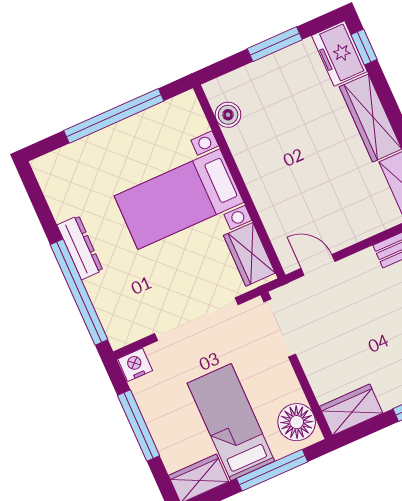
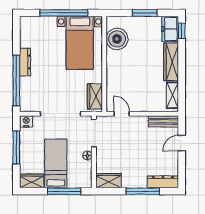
boiler: (228, 115) -> (117, 39), width x1.86, depth x1.86
bed with nightstands: (179, 199) -> (80, 43), moved, turned -90
floor lamp: (297, 422) -> (87, 155), moved, width x0.53, depth x0.53

